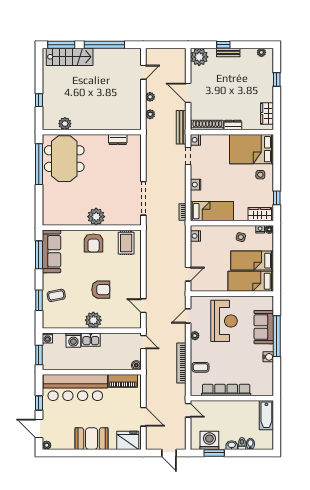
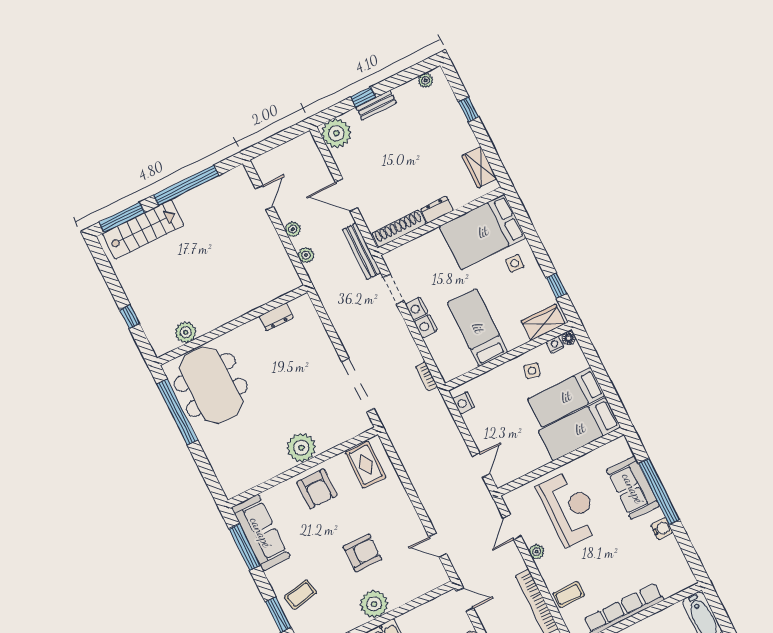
nightstand: (195, 140) -> (417, 309), moved
bed: (212, 211) -> (478, 328), moved, turned -90

